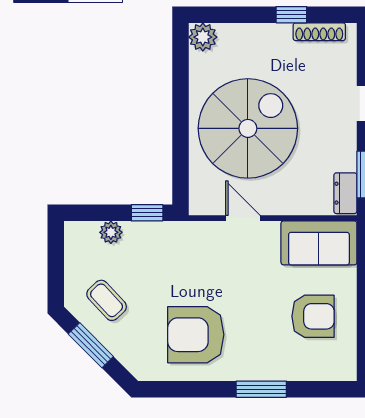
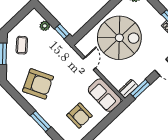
armchair: (196, 335) -> (38, 84), turned 153

